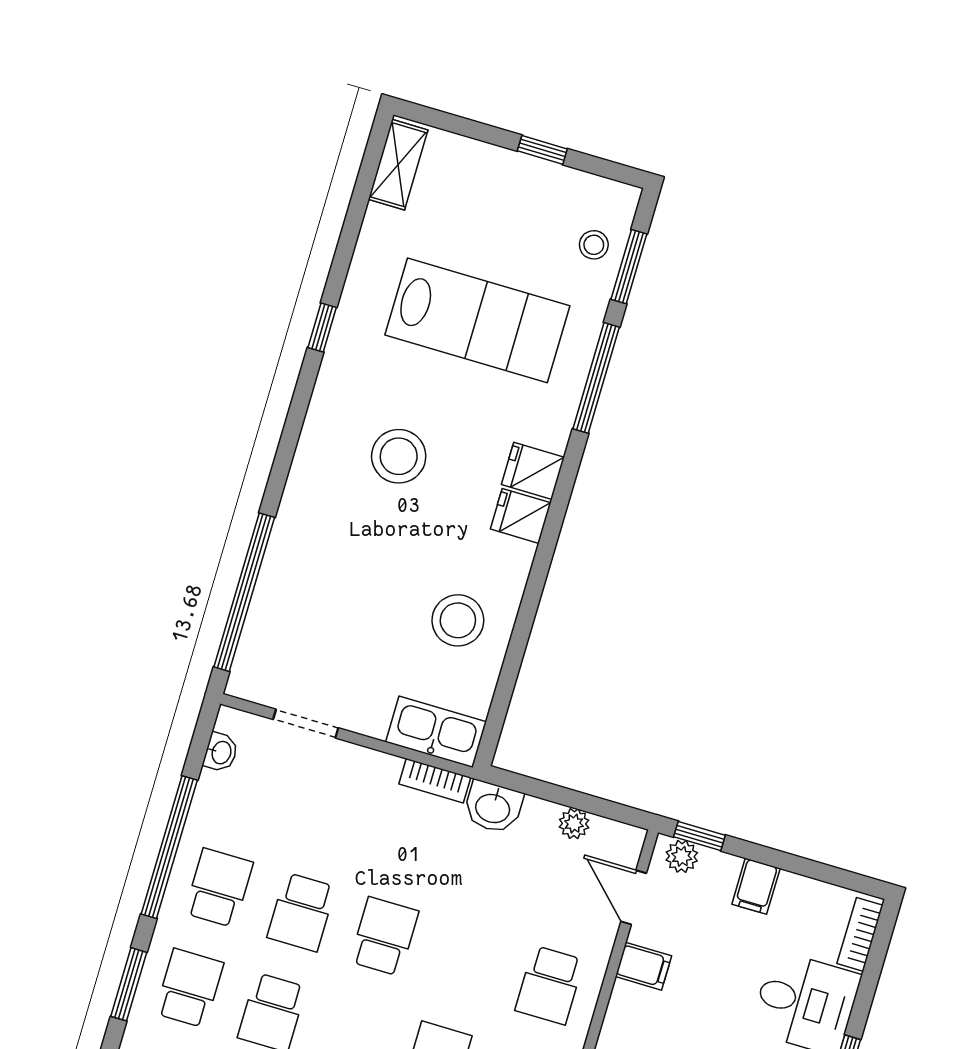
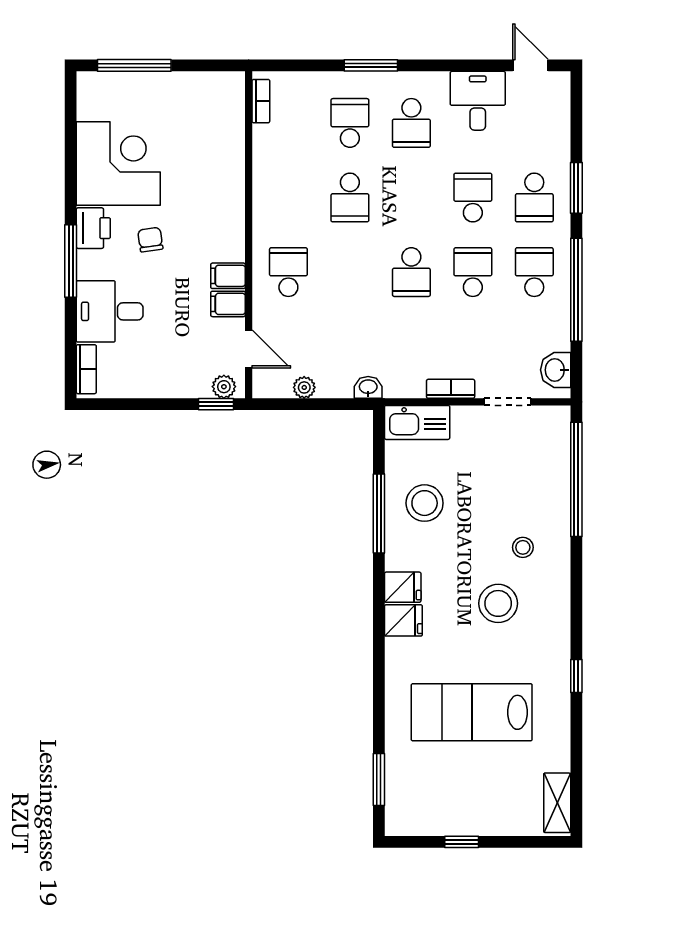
stool: (594, 245) -> (523, 547), moved
window: (596, 378) -> (379, 513), moved
washbasin: (221, 752) -> (556, 370), width x1.38, depth x1.45
bookcase: (435, 781) -> (451, 389), moved
washbasin: (493, 807) -> (368, 387), width x0.72, depth x0.69
filing cabinet: (756, 886) -> (228, 276), moved, turned -90
school desk: (219, 888) -> (534, 272), turned 180

